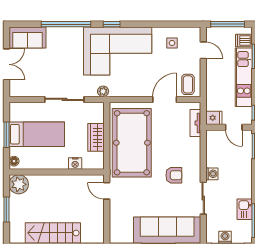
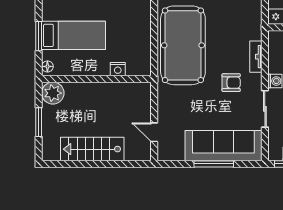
tv unit: (195, 123) -> (256, 57), moved
wardrobe: (96, 137) -> (142, 39), removed
door: (107, 191) -> (154, 132), moved

